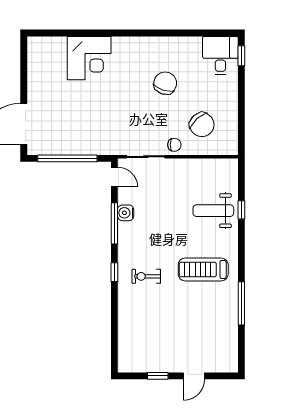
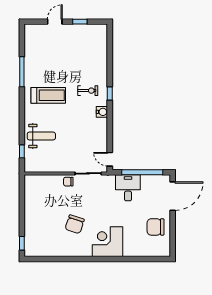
desk: (220, 55) -> (128, 188), moved, turned 180
corner desk: (89, 58) -> (107, 242), moved
chair: (202, 125) -> (156, 227), moved, turned -48
window: (241, 210) -> (22, 151), moved
water cooler: (126, 213) -> (102, 112), moved
window: (114, 223) -> (110, 127), removed

